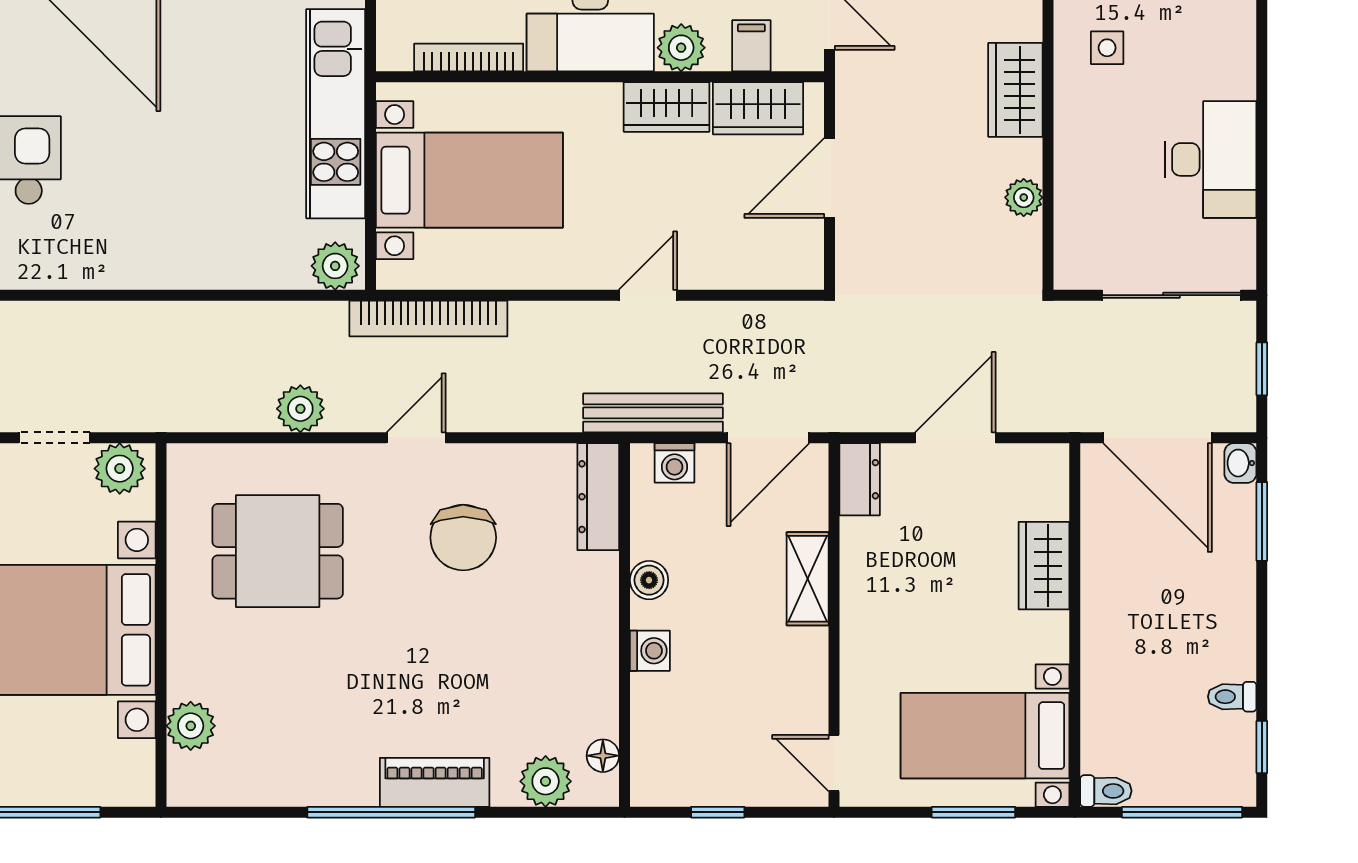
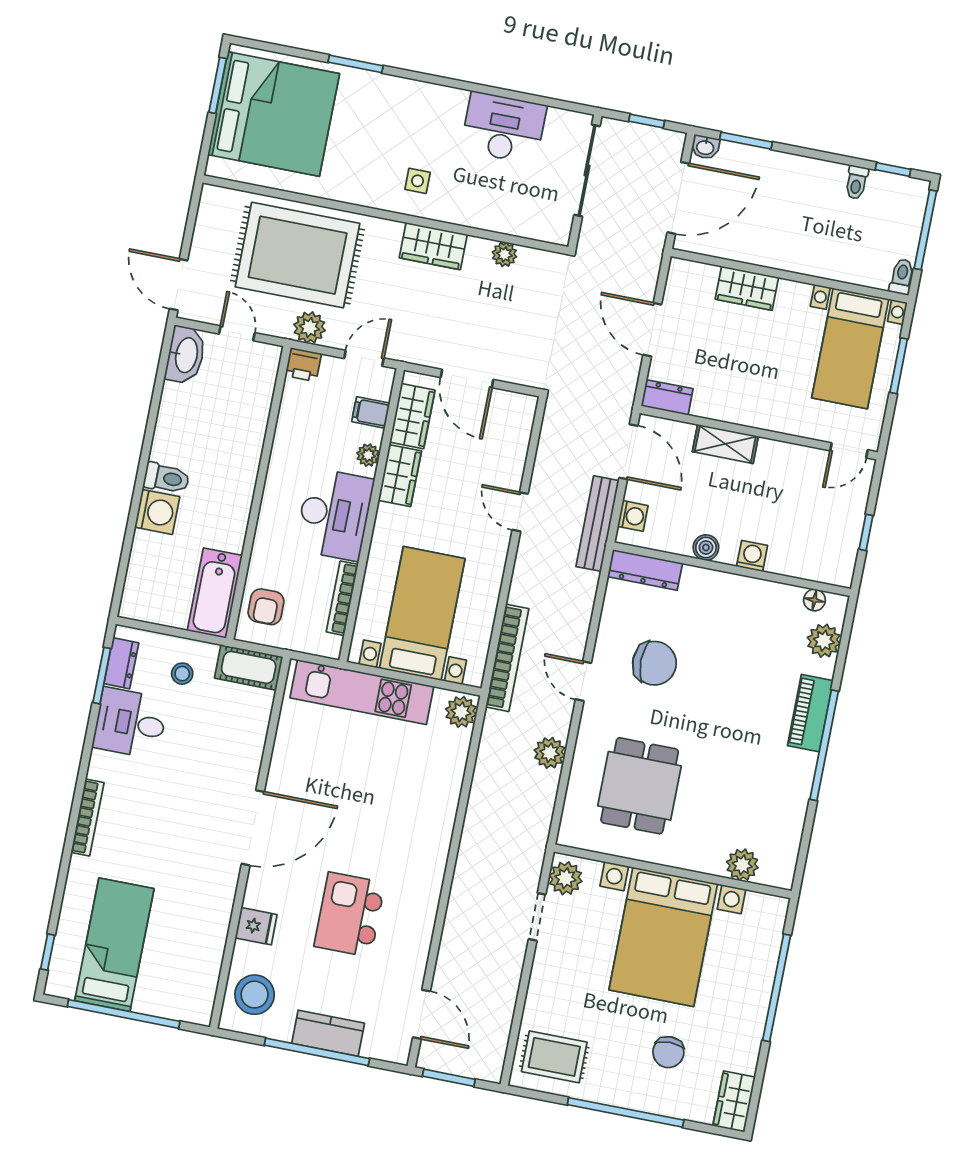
plant: (681, 48) -> (368, 455), width x0.73, depth x0.73

